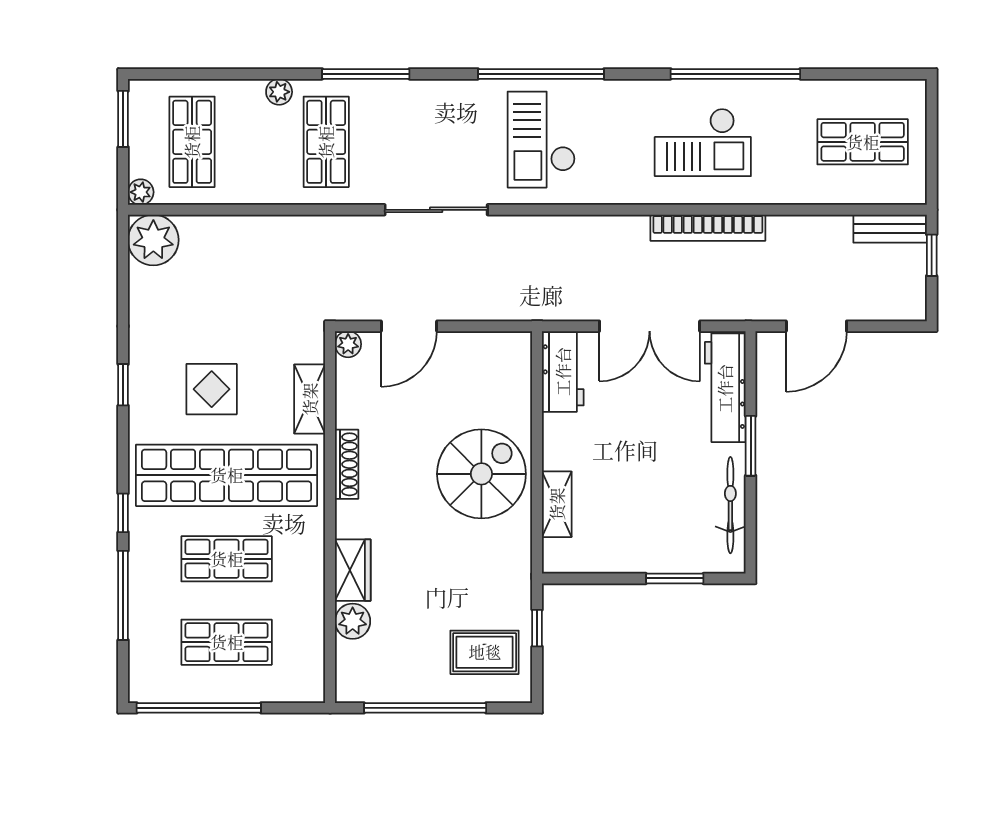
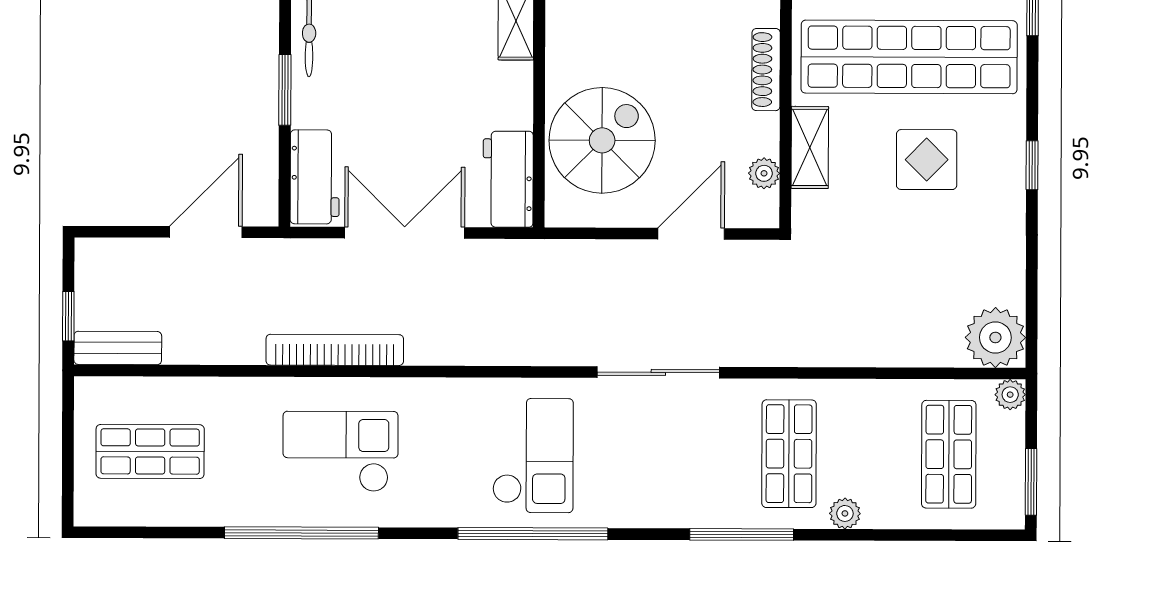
plant: (348, 344) -> (764, 173), moved
workbench: (725, 388) -> (315, 177), width x0.73
spiral stairs: (481, 474) -> (602, 140), moved, turned 180

